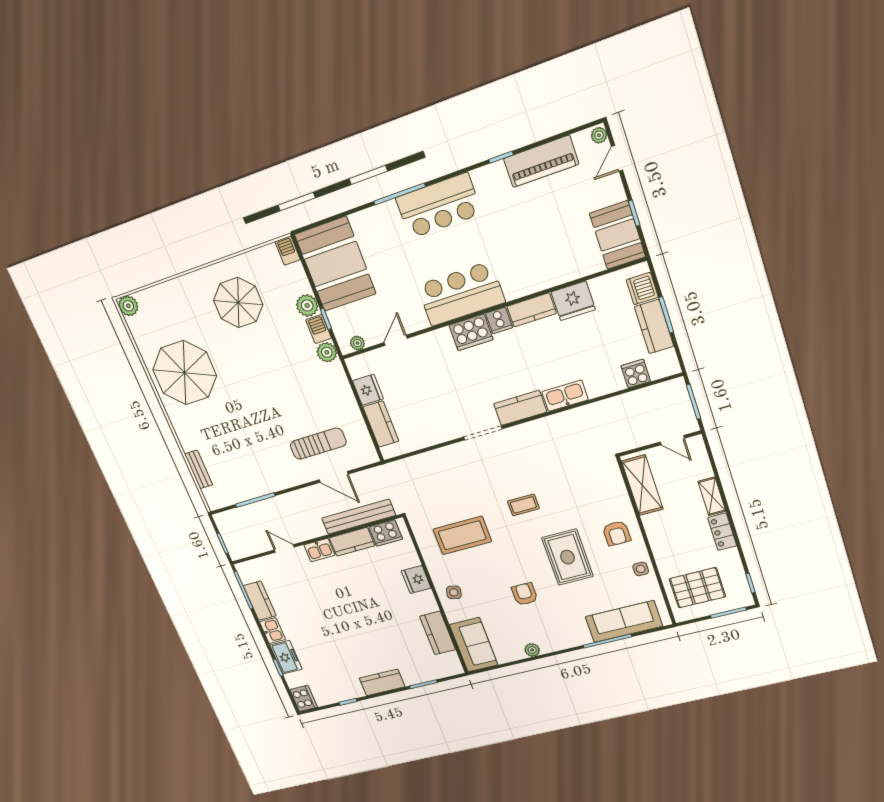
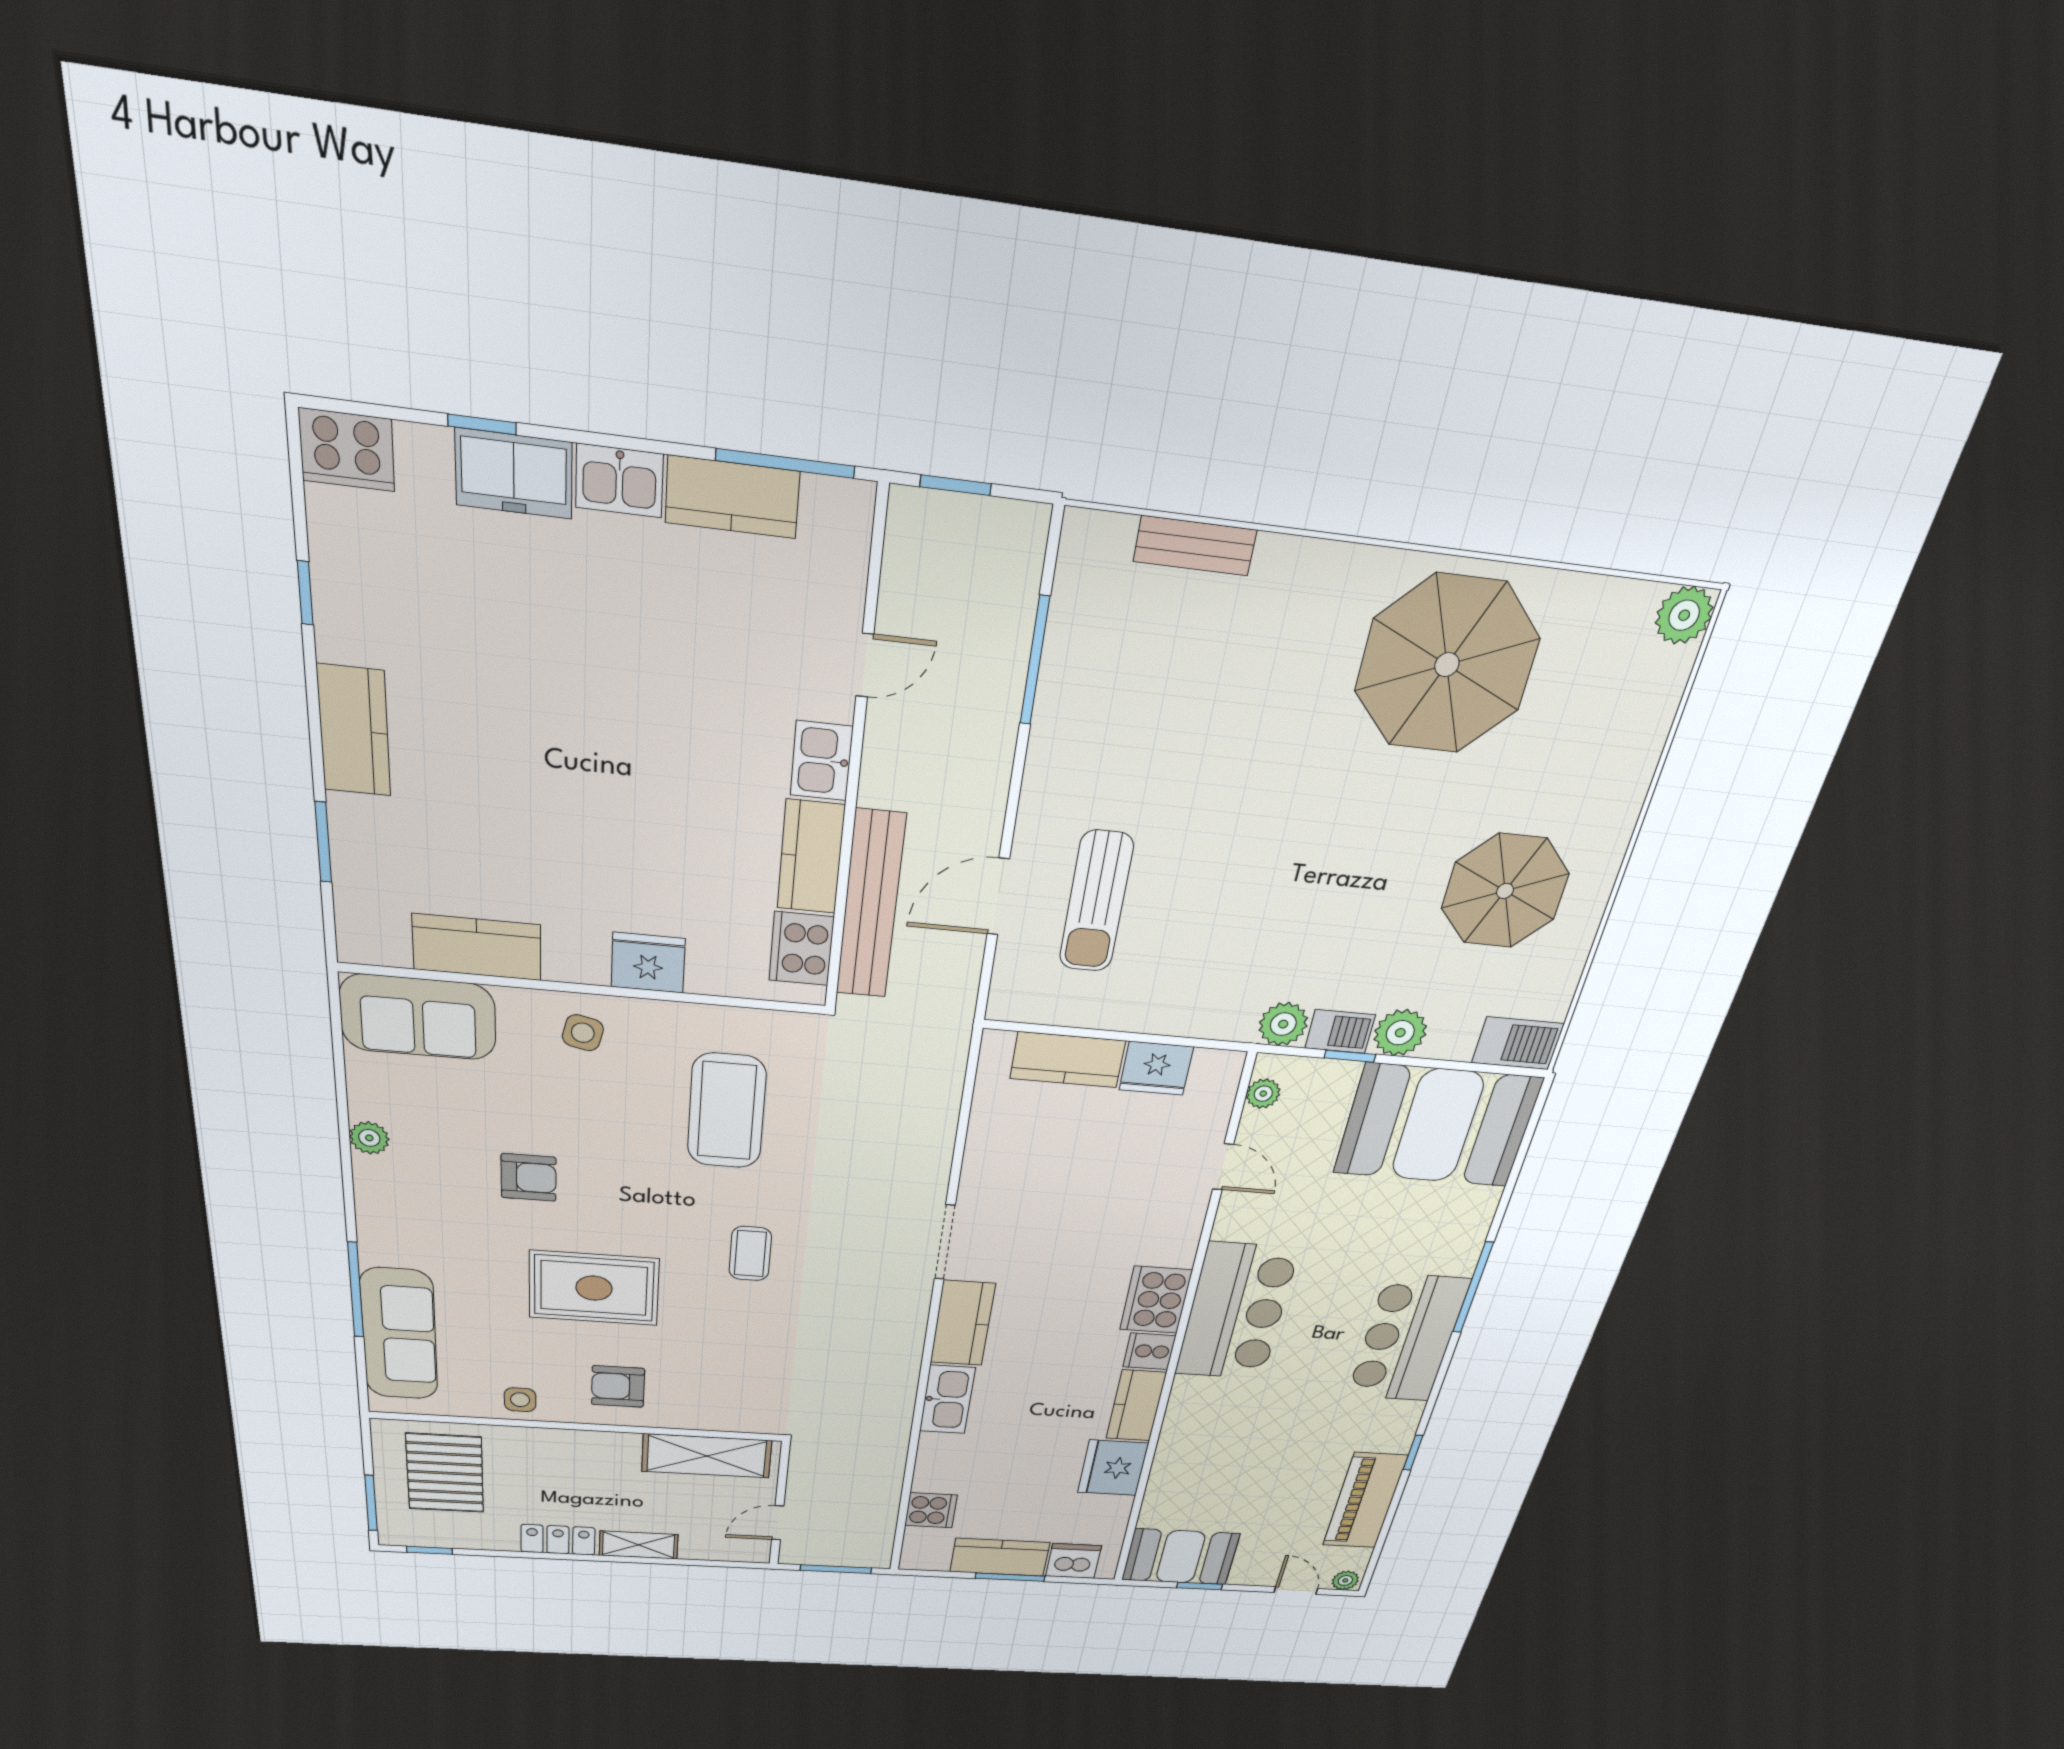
barbecue: (288, 251) -> (1518, 1043), width x1.38, depth x1.27

